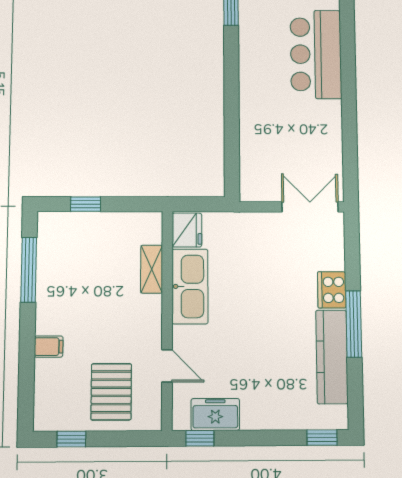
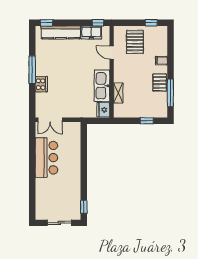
bar counter: (316, 54) -> (46, 158), moved
pallet: (54, 294) -> (160, 82), added
kitchen counter: (332, 357) -> (61, 32), moved, turned 90

